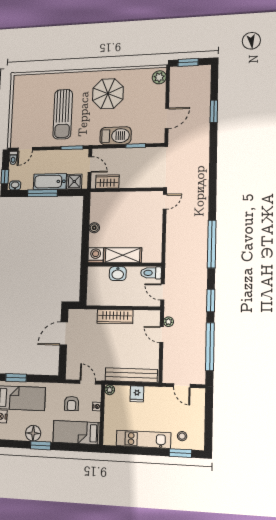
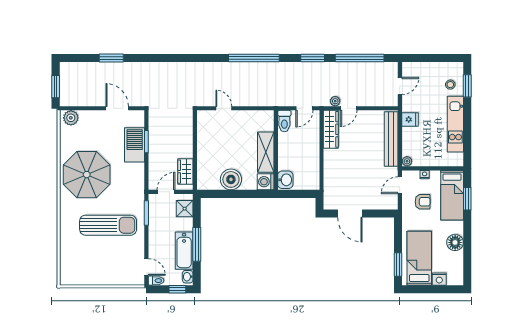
parasol: (108, 94) -> (87, 175), width x1.36, depth x1.36
barbecue: (116, 136) -> (135, 145), moved
bathtub: (50, 182) -> (184, 251), moved
door: (165, 202) -> (224, 108), moved
boiler: (94, 228) -> (231, 179), width x1.86, depth x1.86
washbasin: (118, 274) -> (285, 180), moved
wardrobe: (115, 317) -> (331, 129), moved
fridge: (137, 394) -> (410, 119), moved
window: (41, 445) -> (467, 199), moved

